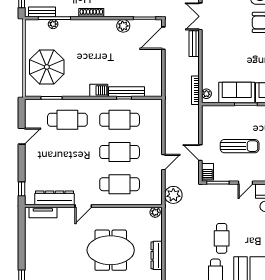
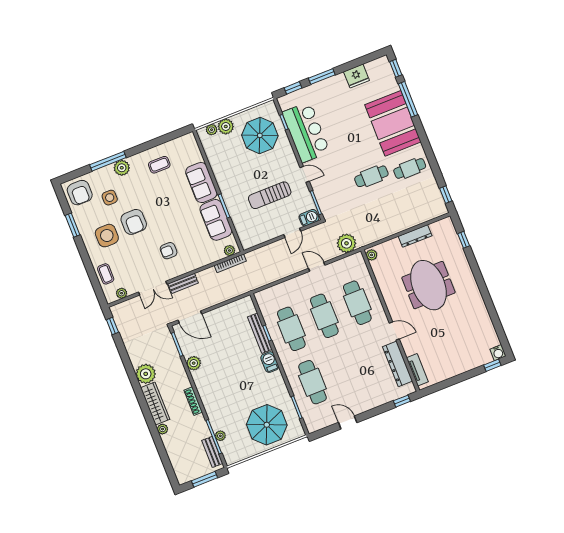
armchair: (227, 42) -> (169, 251), added
sun lounger: (240, 146) -> (270, 195), turned -90

